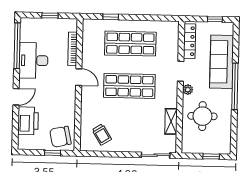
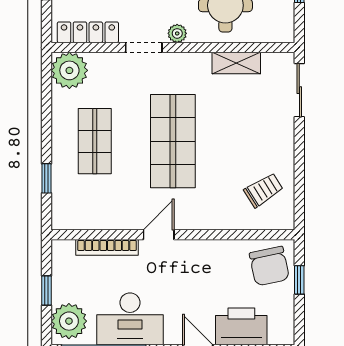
plant: (33, 27) -> (69, 321), added
plant: (169, 31) -> (69, 70), added
shop shelf: (130, 44) -> (95, 141), width x0.70, depth x0.74

